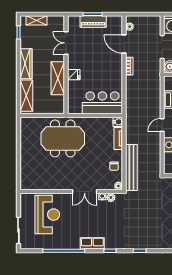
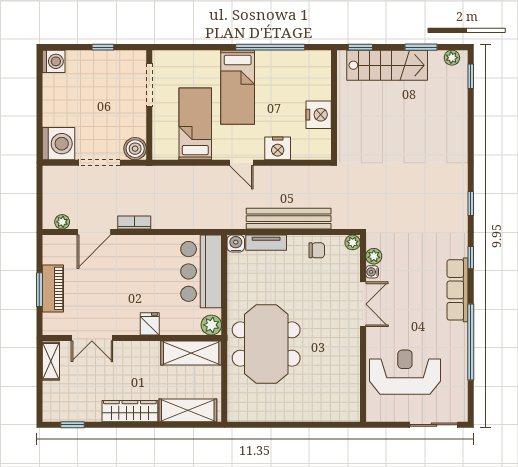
shelving: (37, 20) -> (51, 361), moved
shelving: (58, 78) -> (191, 353), moved
plant: (73, 108) -> (211, 325), added
bench: (131, 167) -> (289, 219), moved
row of seats: (92, 243) -> (458, 290), width x1.48

